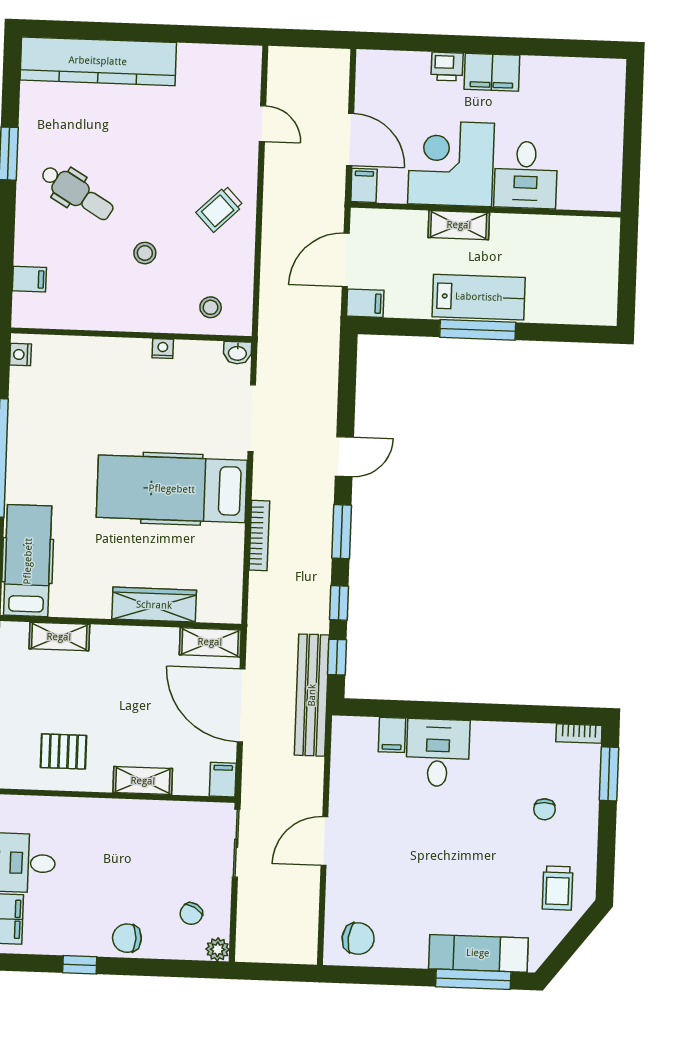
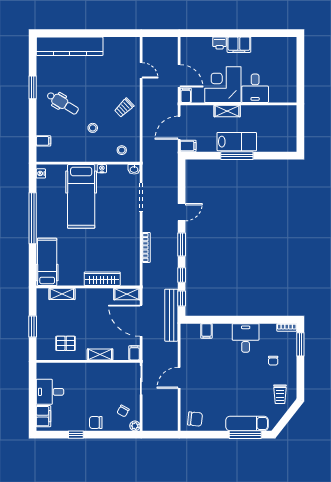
hospital bed: (172, 489) -> (81, 196), moved, turned -90
desk: (438, 753) -> (246, 338), moved

